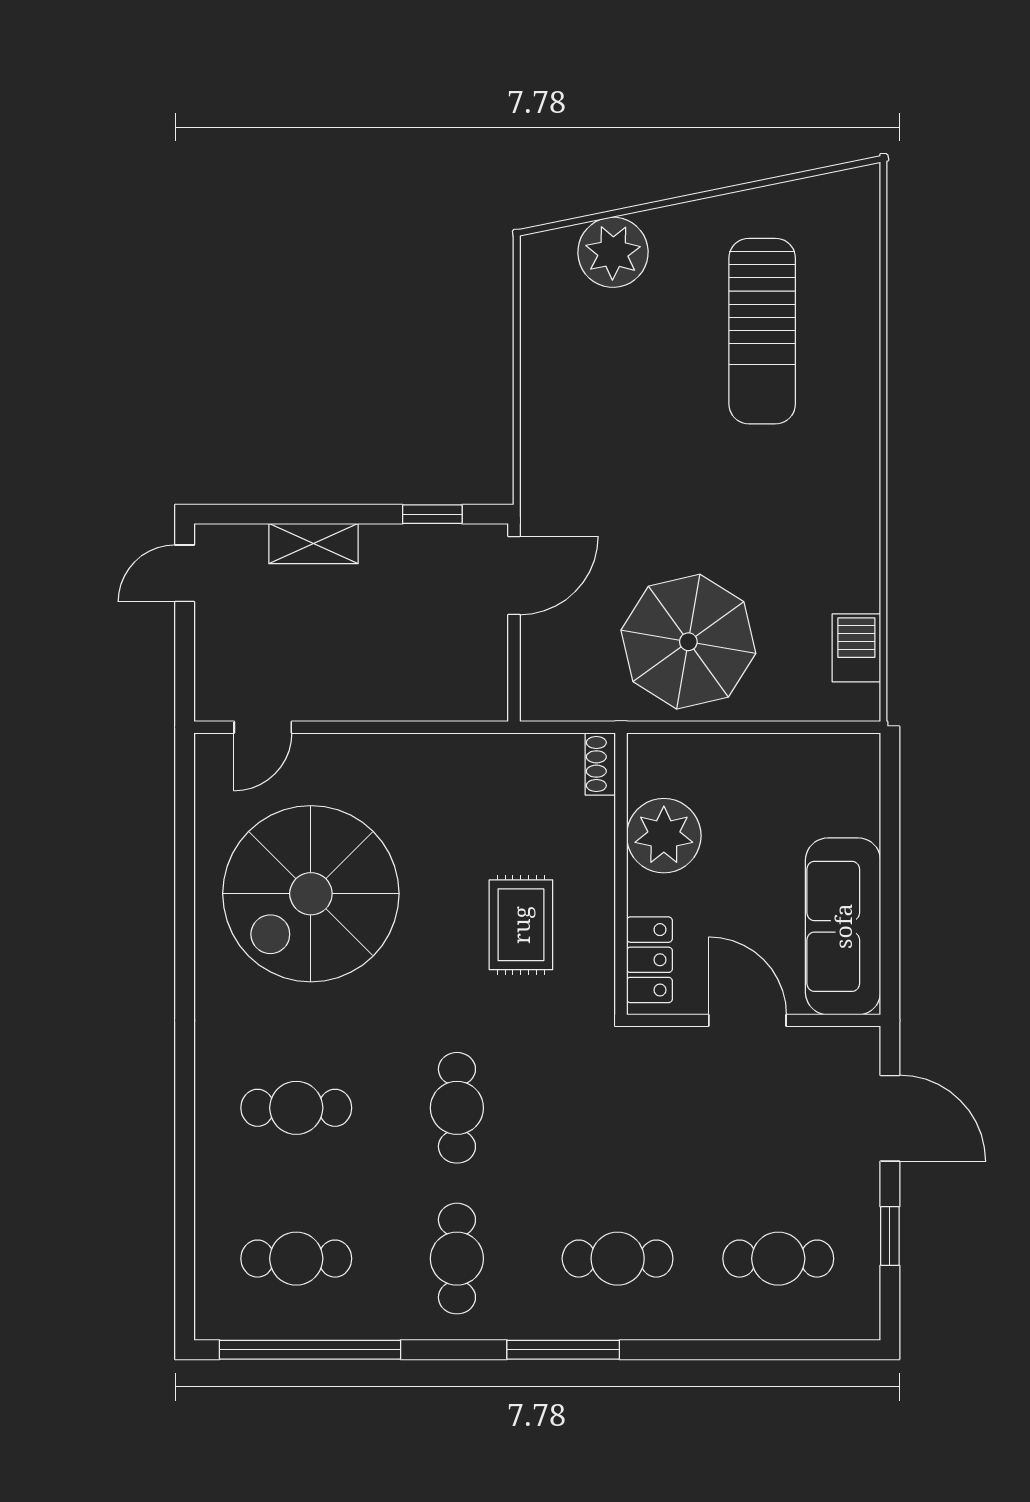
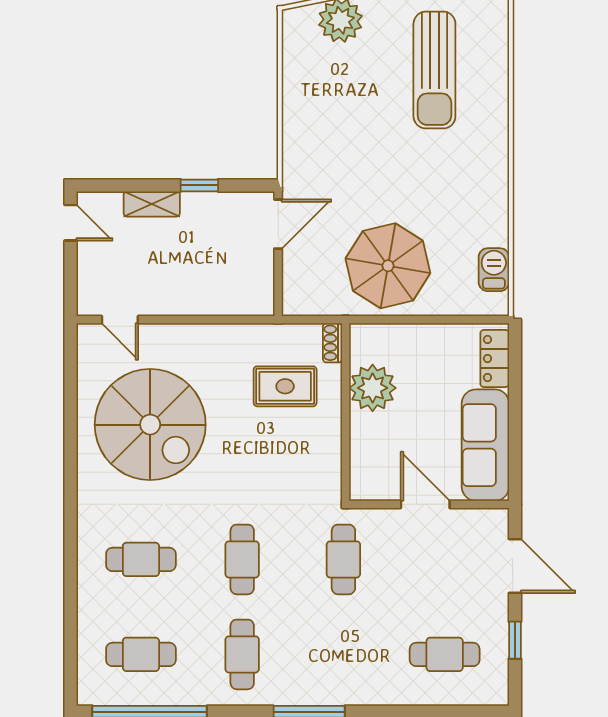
window: (432, 514) -> (199, 185), moved
door: (185, 573) -> (71, 223), swing flipped
door: (263, 727) -> (120, 320), hinge flipped
spiral stairs: (311, 894) -> (150, 425), turned -90
rug: (521, 925) -> (285, 386), moved, turned 90
locker: (649, 960) -> (495, 359), moved, turned 180
cafe table: (618, 1259) -> (343, 559), moved, turned 90

